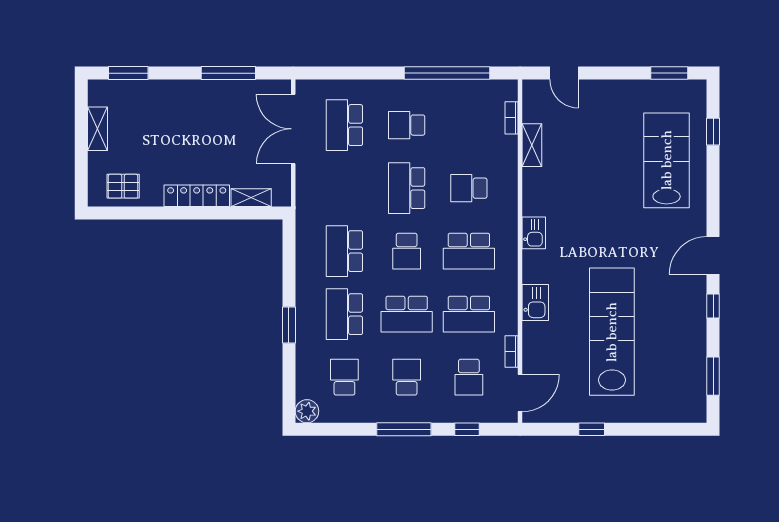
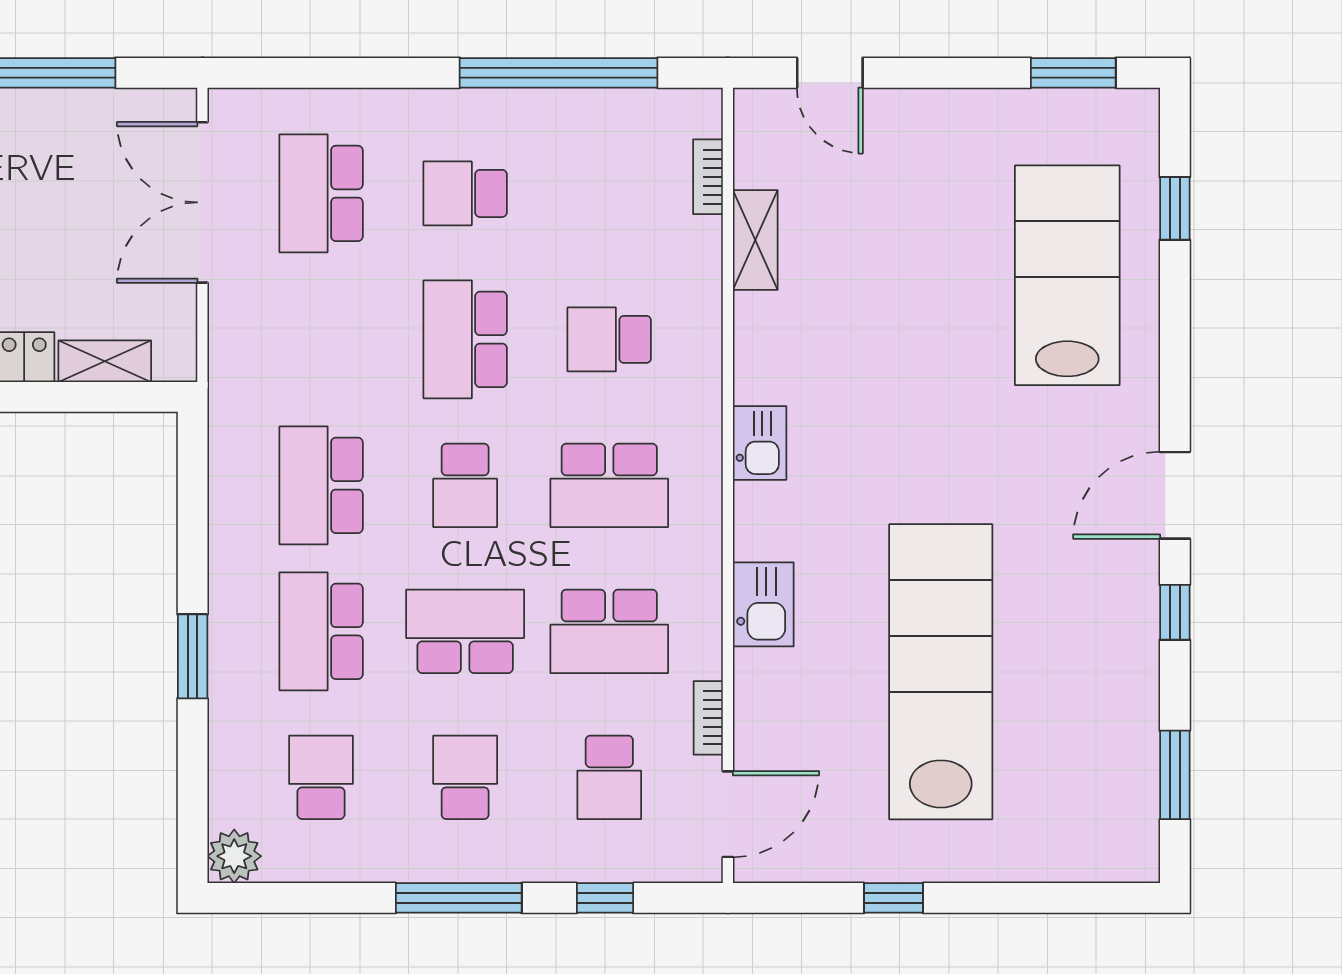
school desk: (407, 314) -> (465, 631), turned 180

